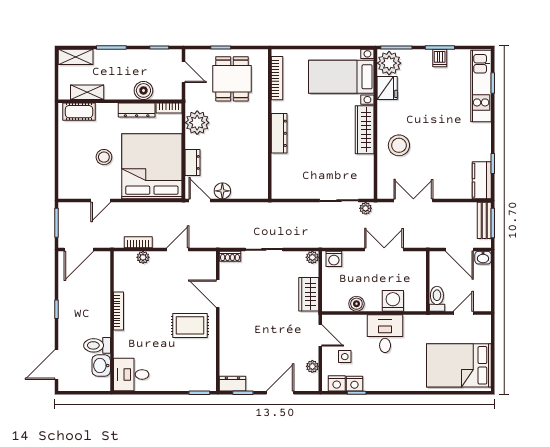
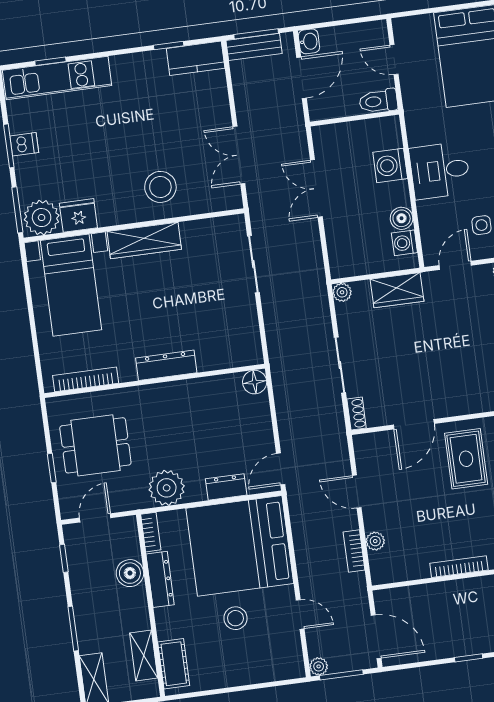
floor lamp: (222, 191) -> (255, 382), moved
plant: (366, 208) -> (319, 666), moved
washing machine: (334, 259) -> (404, 243), moved, turned 180

